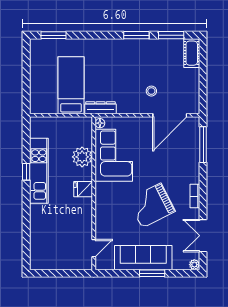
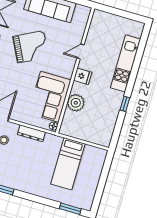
dresser: (100, 108) -> (31, 133), moved
kitchen unit: (39, 171) -> (125, 63), moved
door: (94, 248) -> (81, 51), moved

